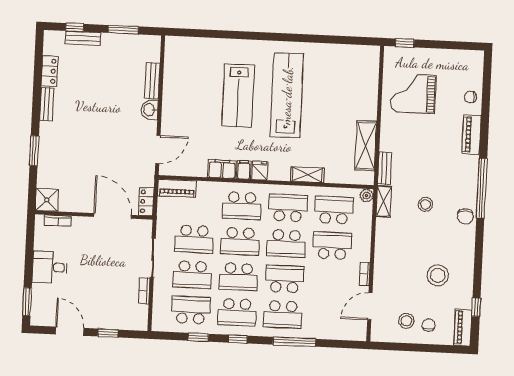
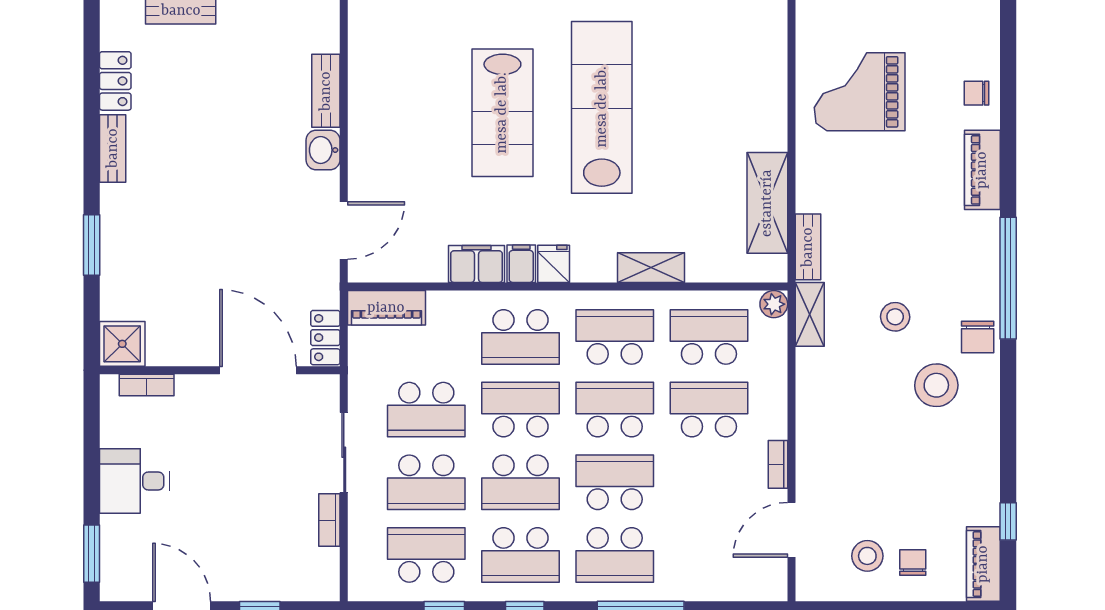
school desk: (240, 241) -> (520, 410), turned 180
school desk: (286, 243) -> (615, 410), turned 180
stool: (438, 275) -> (936, 385), moved

